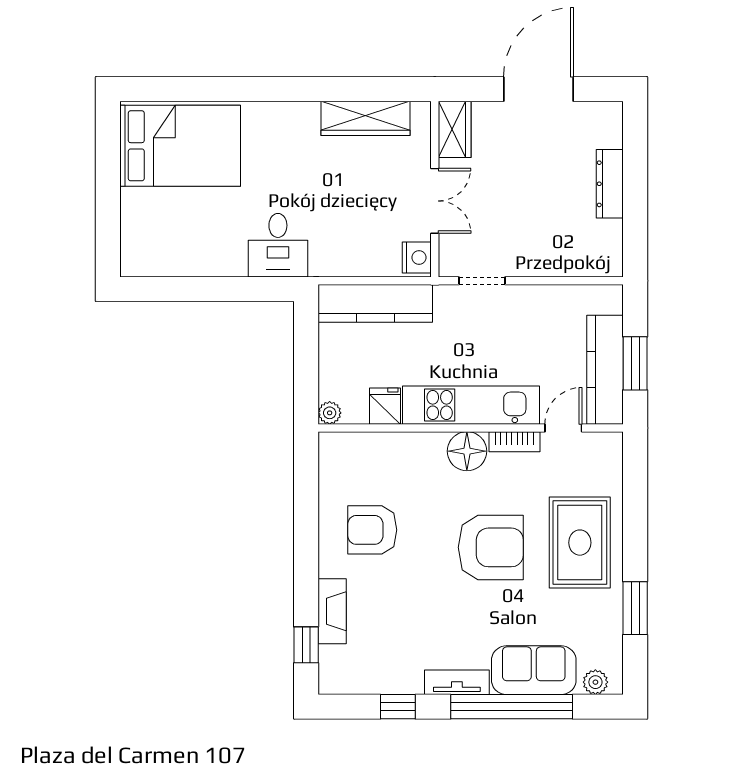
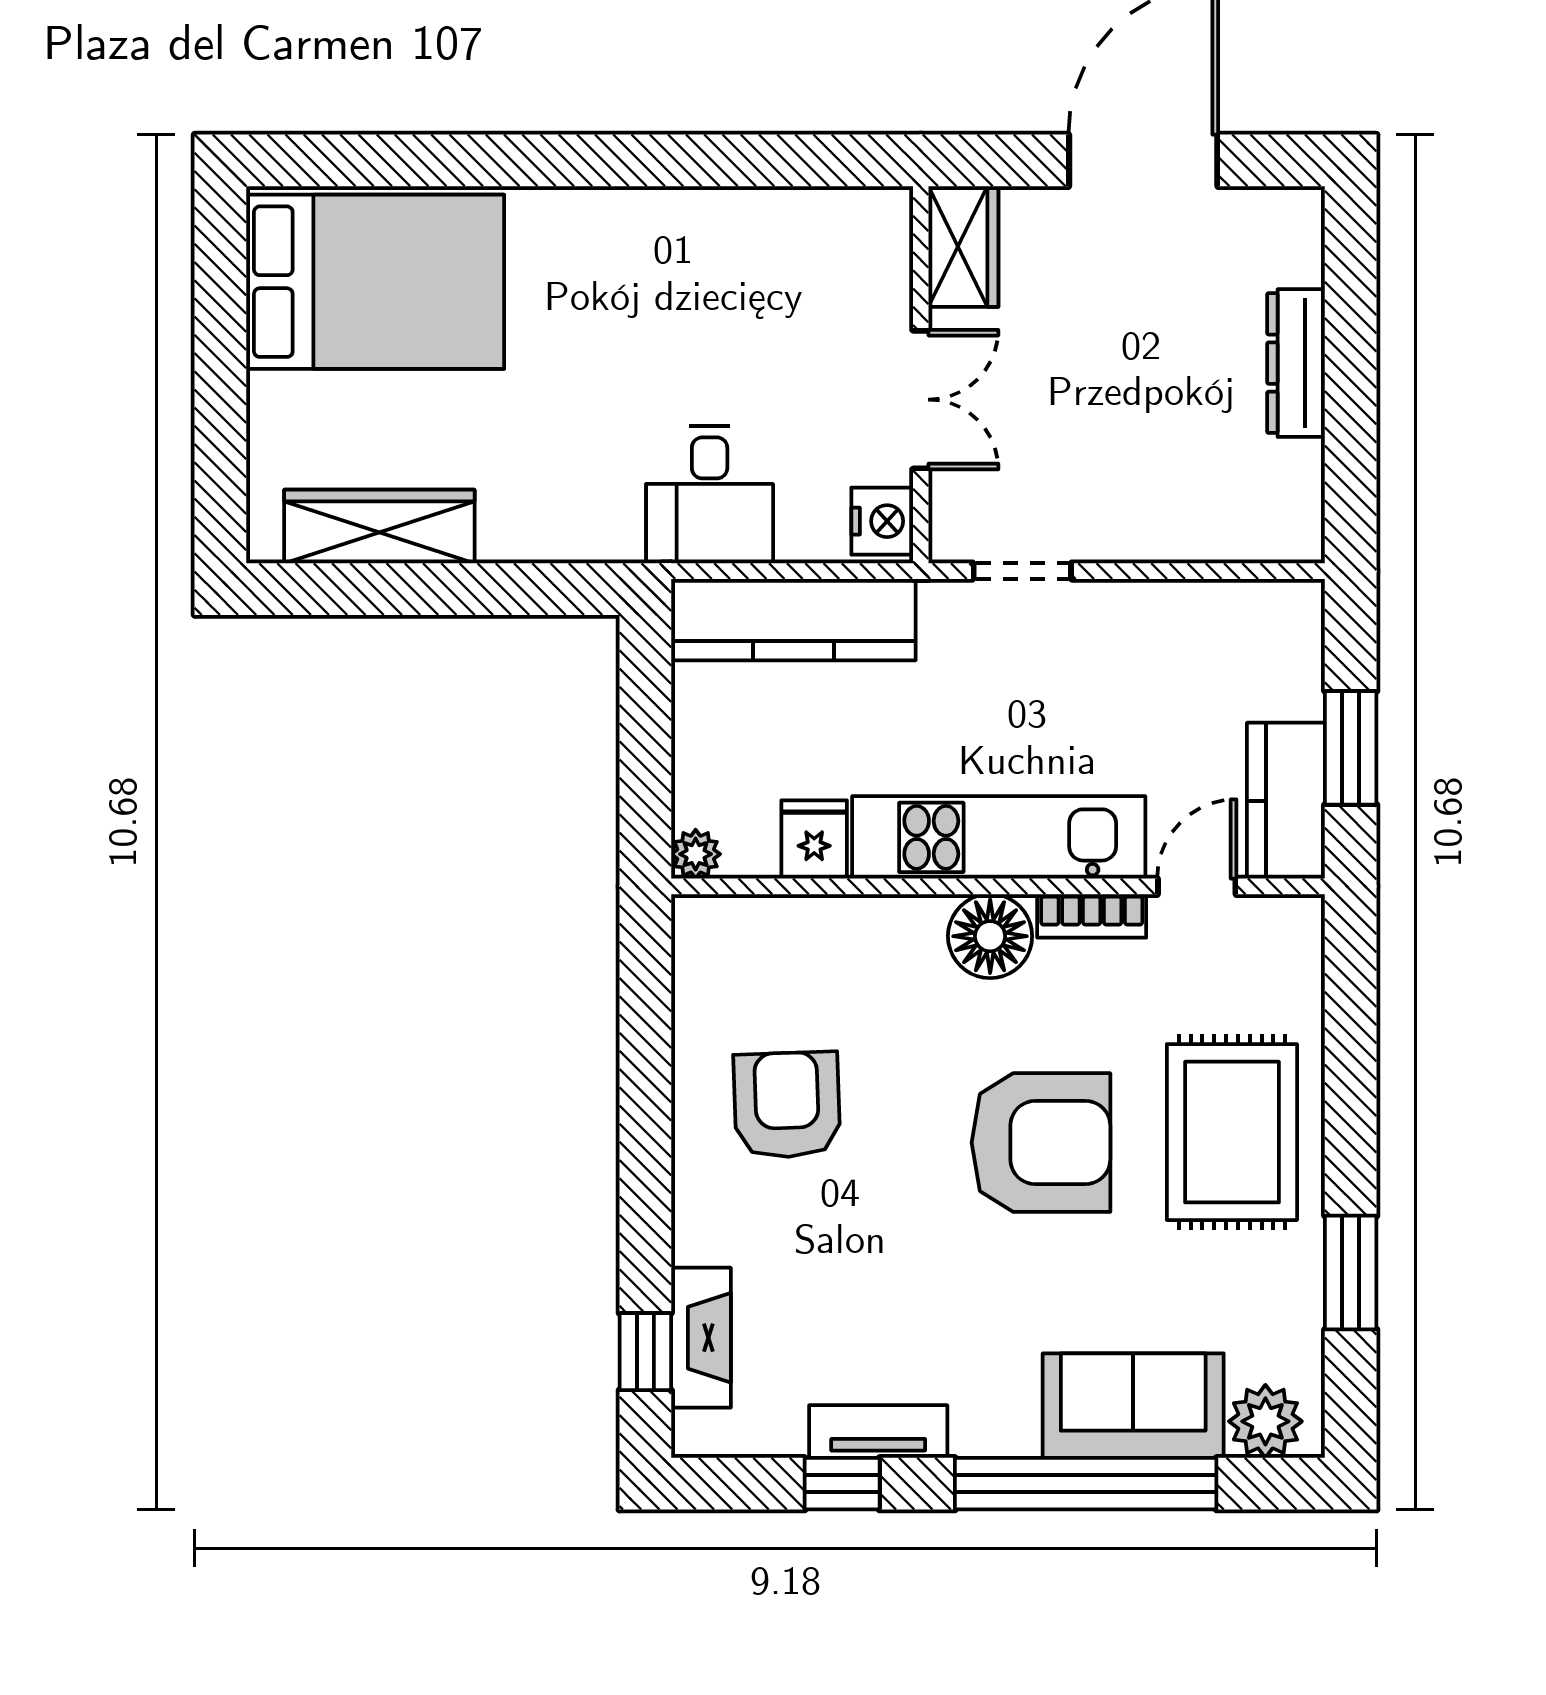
wardrobe: (366, 118) -> (379, 526), moved, turned 180
desk: (278, 245) -> (710, 495), moved
kitchen counter: (605, 370) -> (1286, 801), width x0.67
armchair: (372, 530) -> (787, 1105), turned 88
fireplace: (332, 611) -> (701, 1338), moved
tv unit: (457, 682) -> (878, 1432), moved
plant: (595, 682) -> (1265, 1421), width x1.38, depth x1.38

